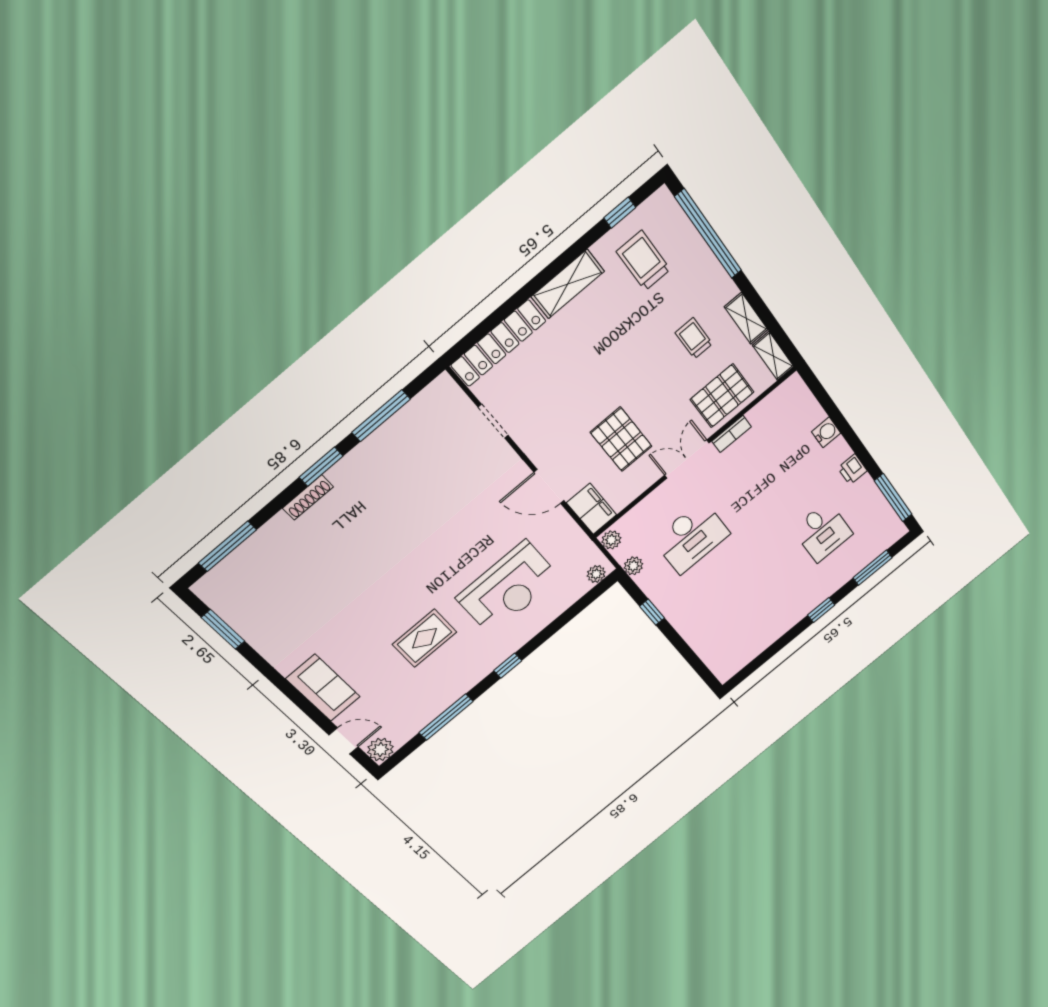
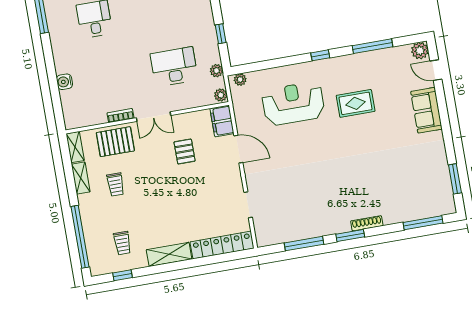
trolley: (643, 261) -> (122, 243), width x0.73, depth x0.72
pallet: (621, 439) -> (185, 152), width x0.67, depth x0.71
printer: (852, 469) -> (59, 48), removed

